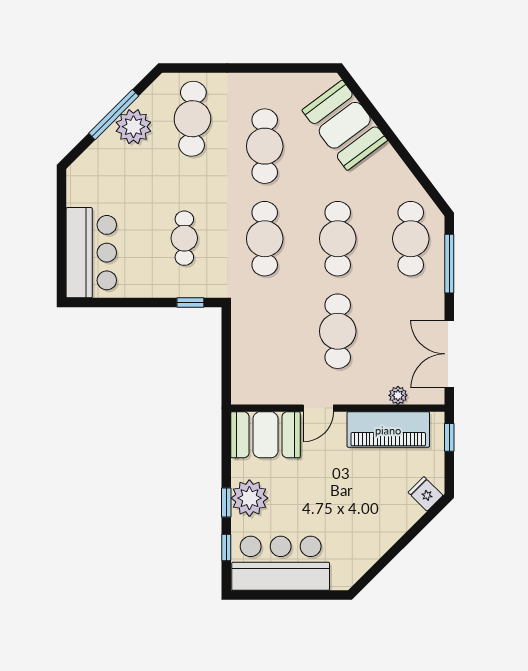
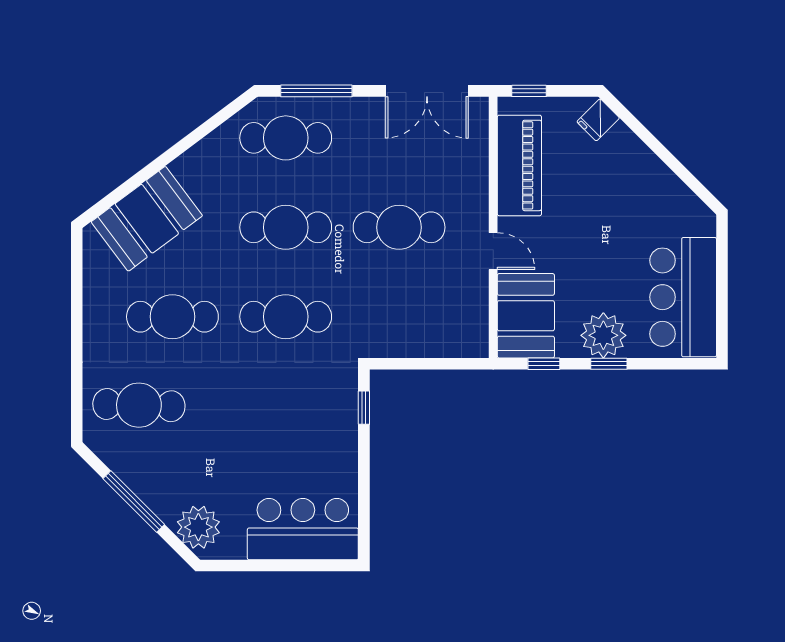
plant: (133, 127) -> (198, 527), moved
cafe table: (184, 238) -> (285, 415), removed
plant: (398, 395) -> (478, 154), removed
window: (226, 548) -> (544, 364), moved

